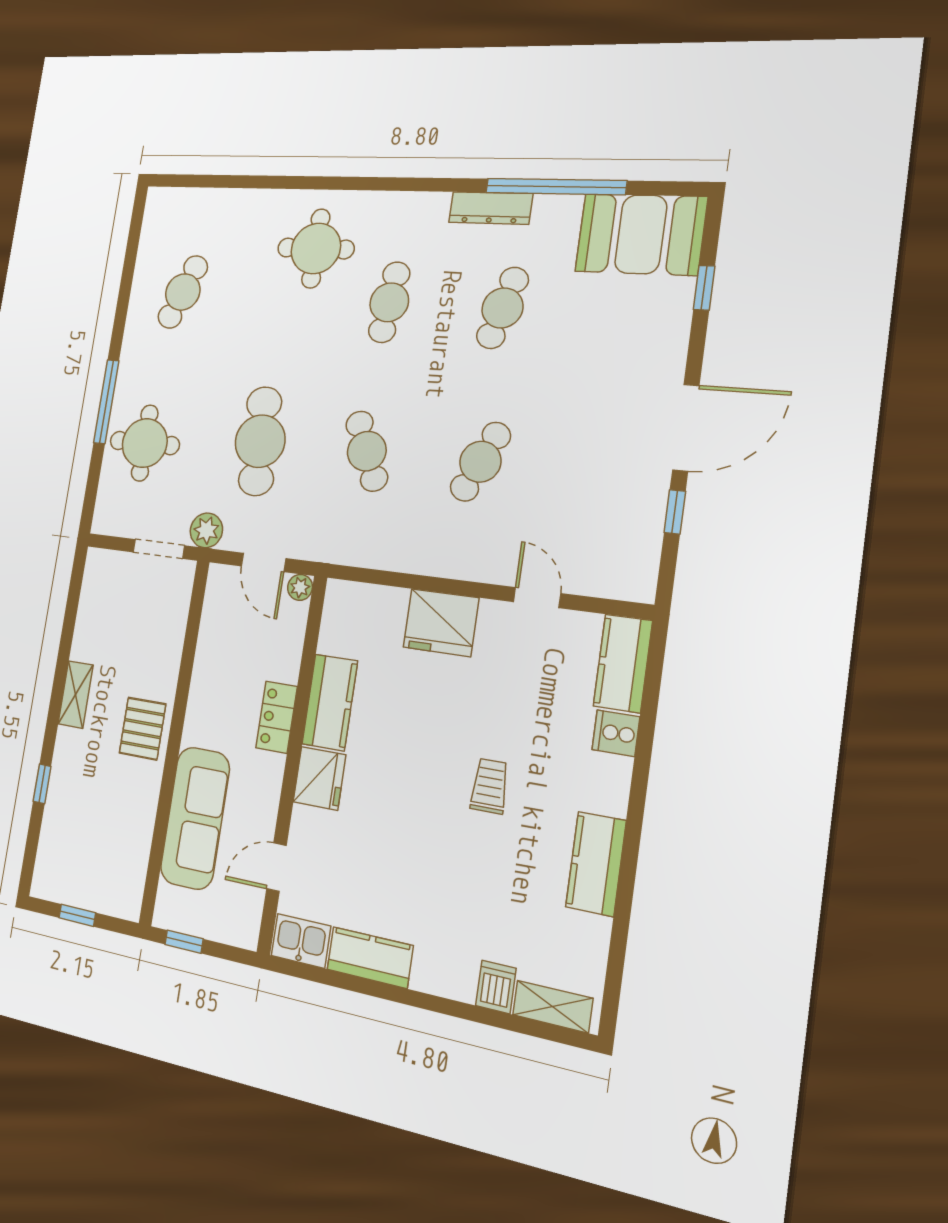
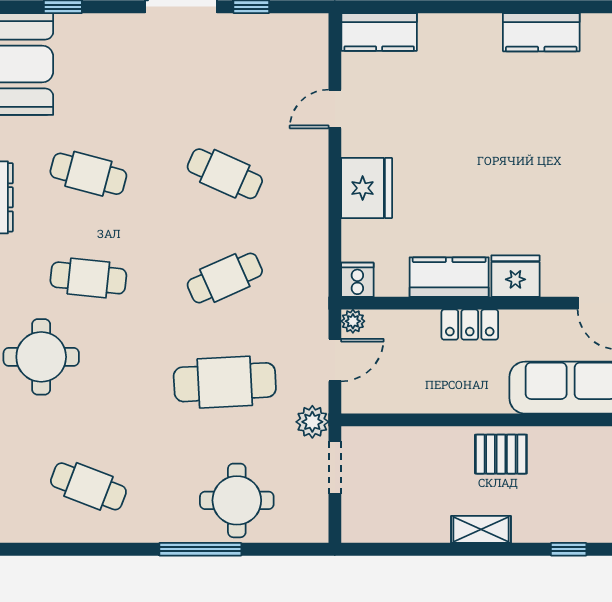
cooker: (616, 733) -> (357, 280), moved, turned 180
trolley: (490, 786) -> (496, 127), removed

